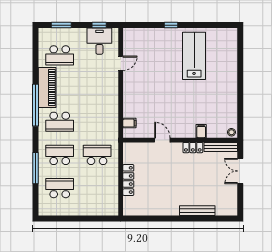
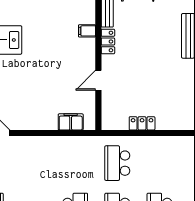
filing cabinet: (129, 123) -> (71, 122), width x2.00
locker: (128, 180) -> (142, 123), width x0.66

